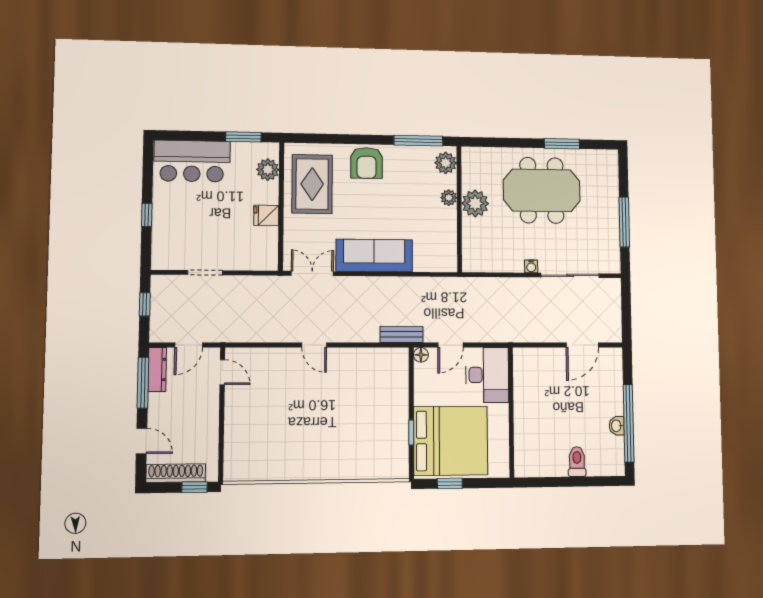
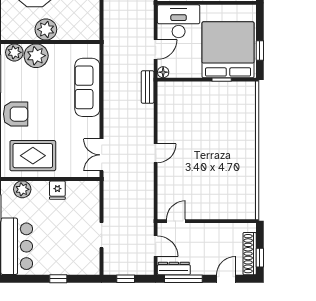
plant: (449, 198) -> (36, 56), width x1.88, depth x1.88
sofa: (374, 255) -> (87, 87), moved
door: (451, 345) -> (156, 49), hinge flipped
window: (195, 487) -> (260, 258), moved

